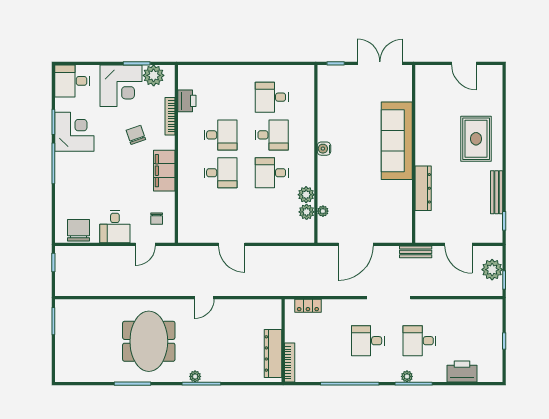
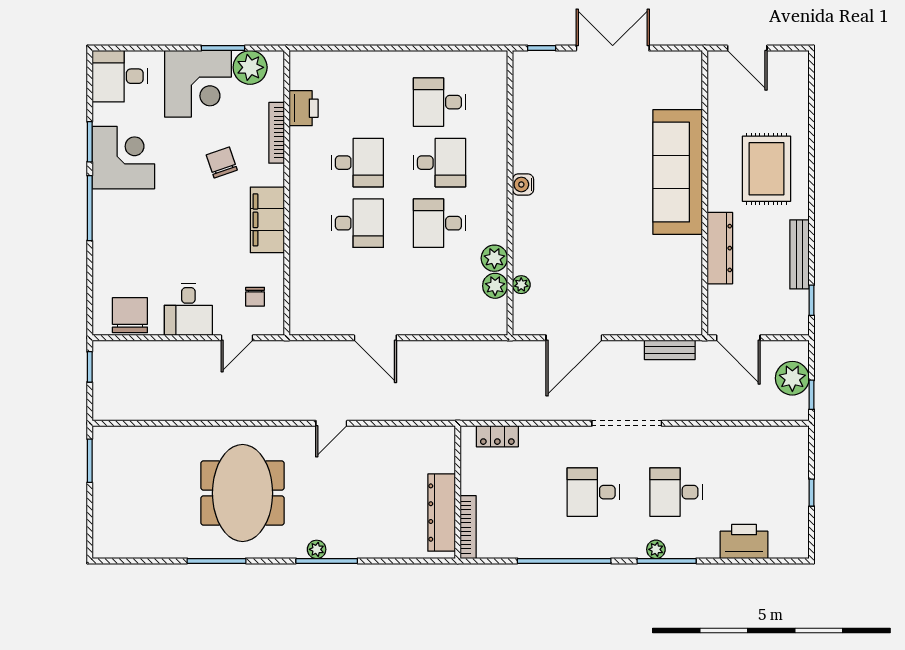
sofa: (397, 141) -> (678, 172), moved
wall: (414, 154) -> (705, 193), moved
dresser: (423, 188) -> (720, 248), moved

